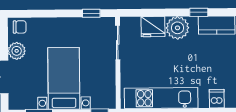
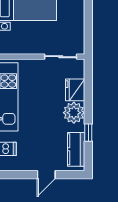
window: (91, 13) -> (88, 32), removed

